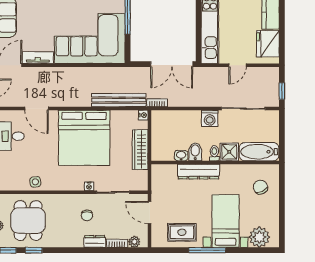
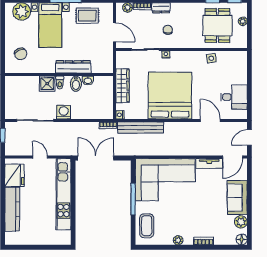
door: (238, 65) -> (40, 157), hinge flipped
bathtub: (259, 152) -> (22, 84), removed

